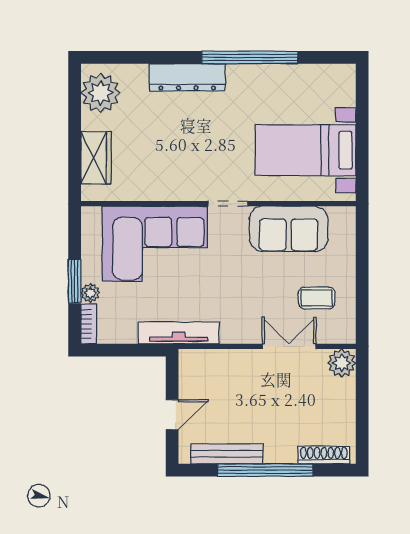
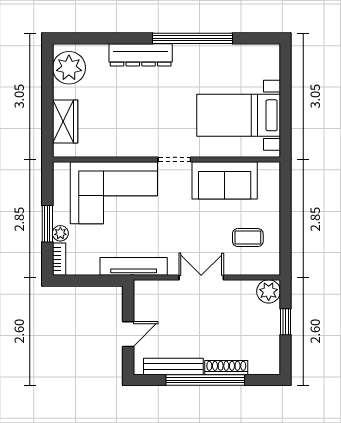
double door: (289, 346) -> (201, 278), moved
window: (362, 400) -> (285, 322), added
shoe rack: (324, 455) -> (226, 368), moved

